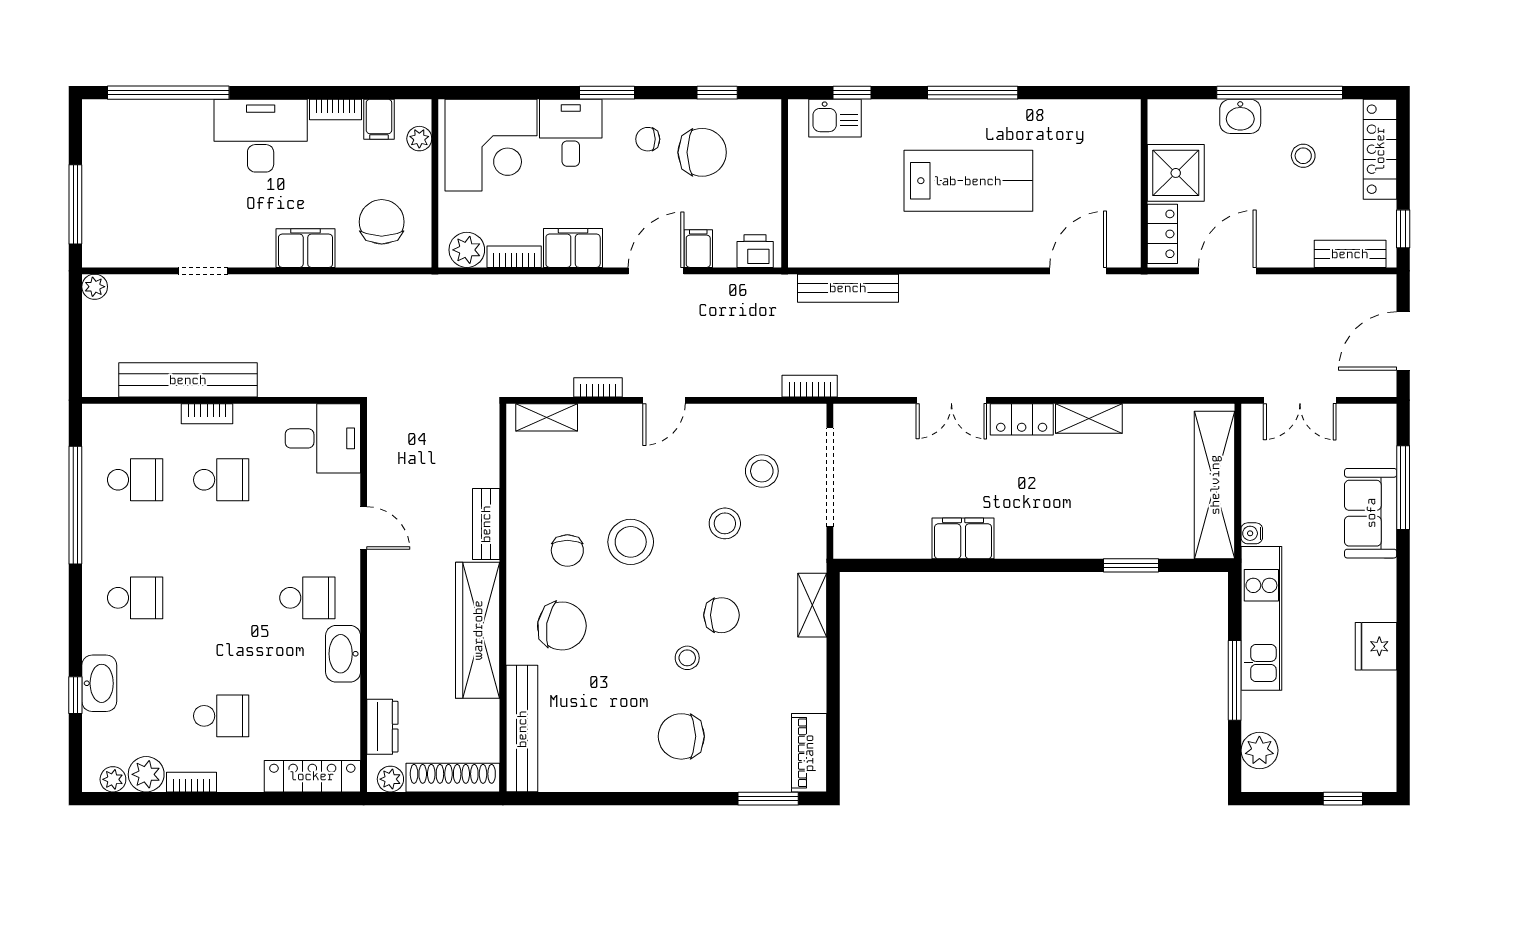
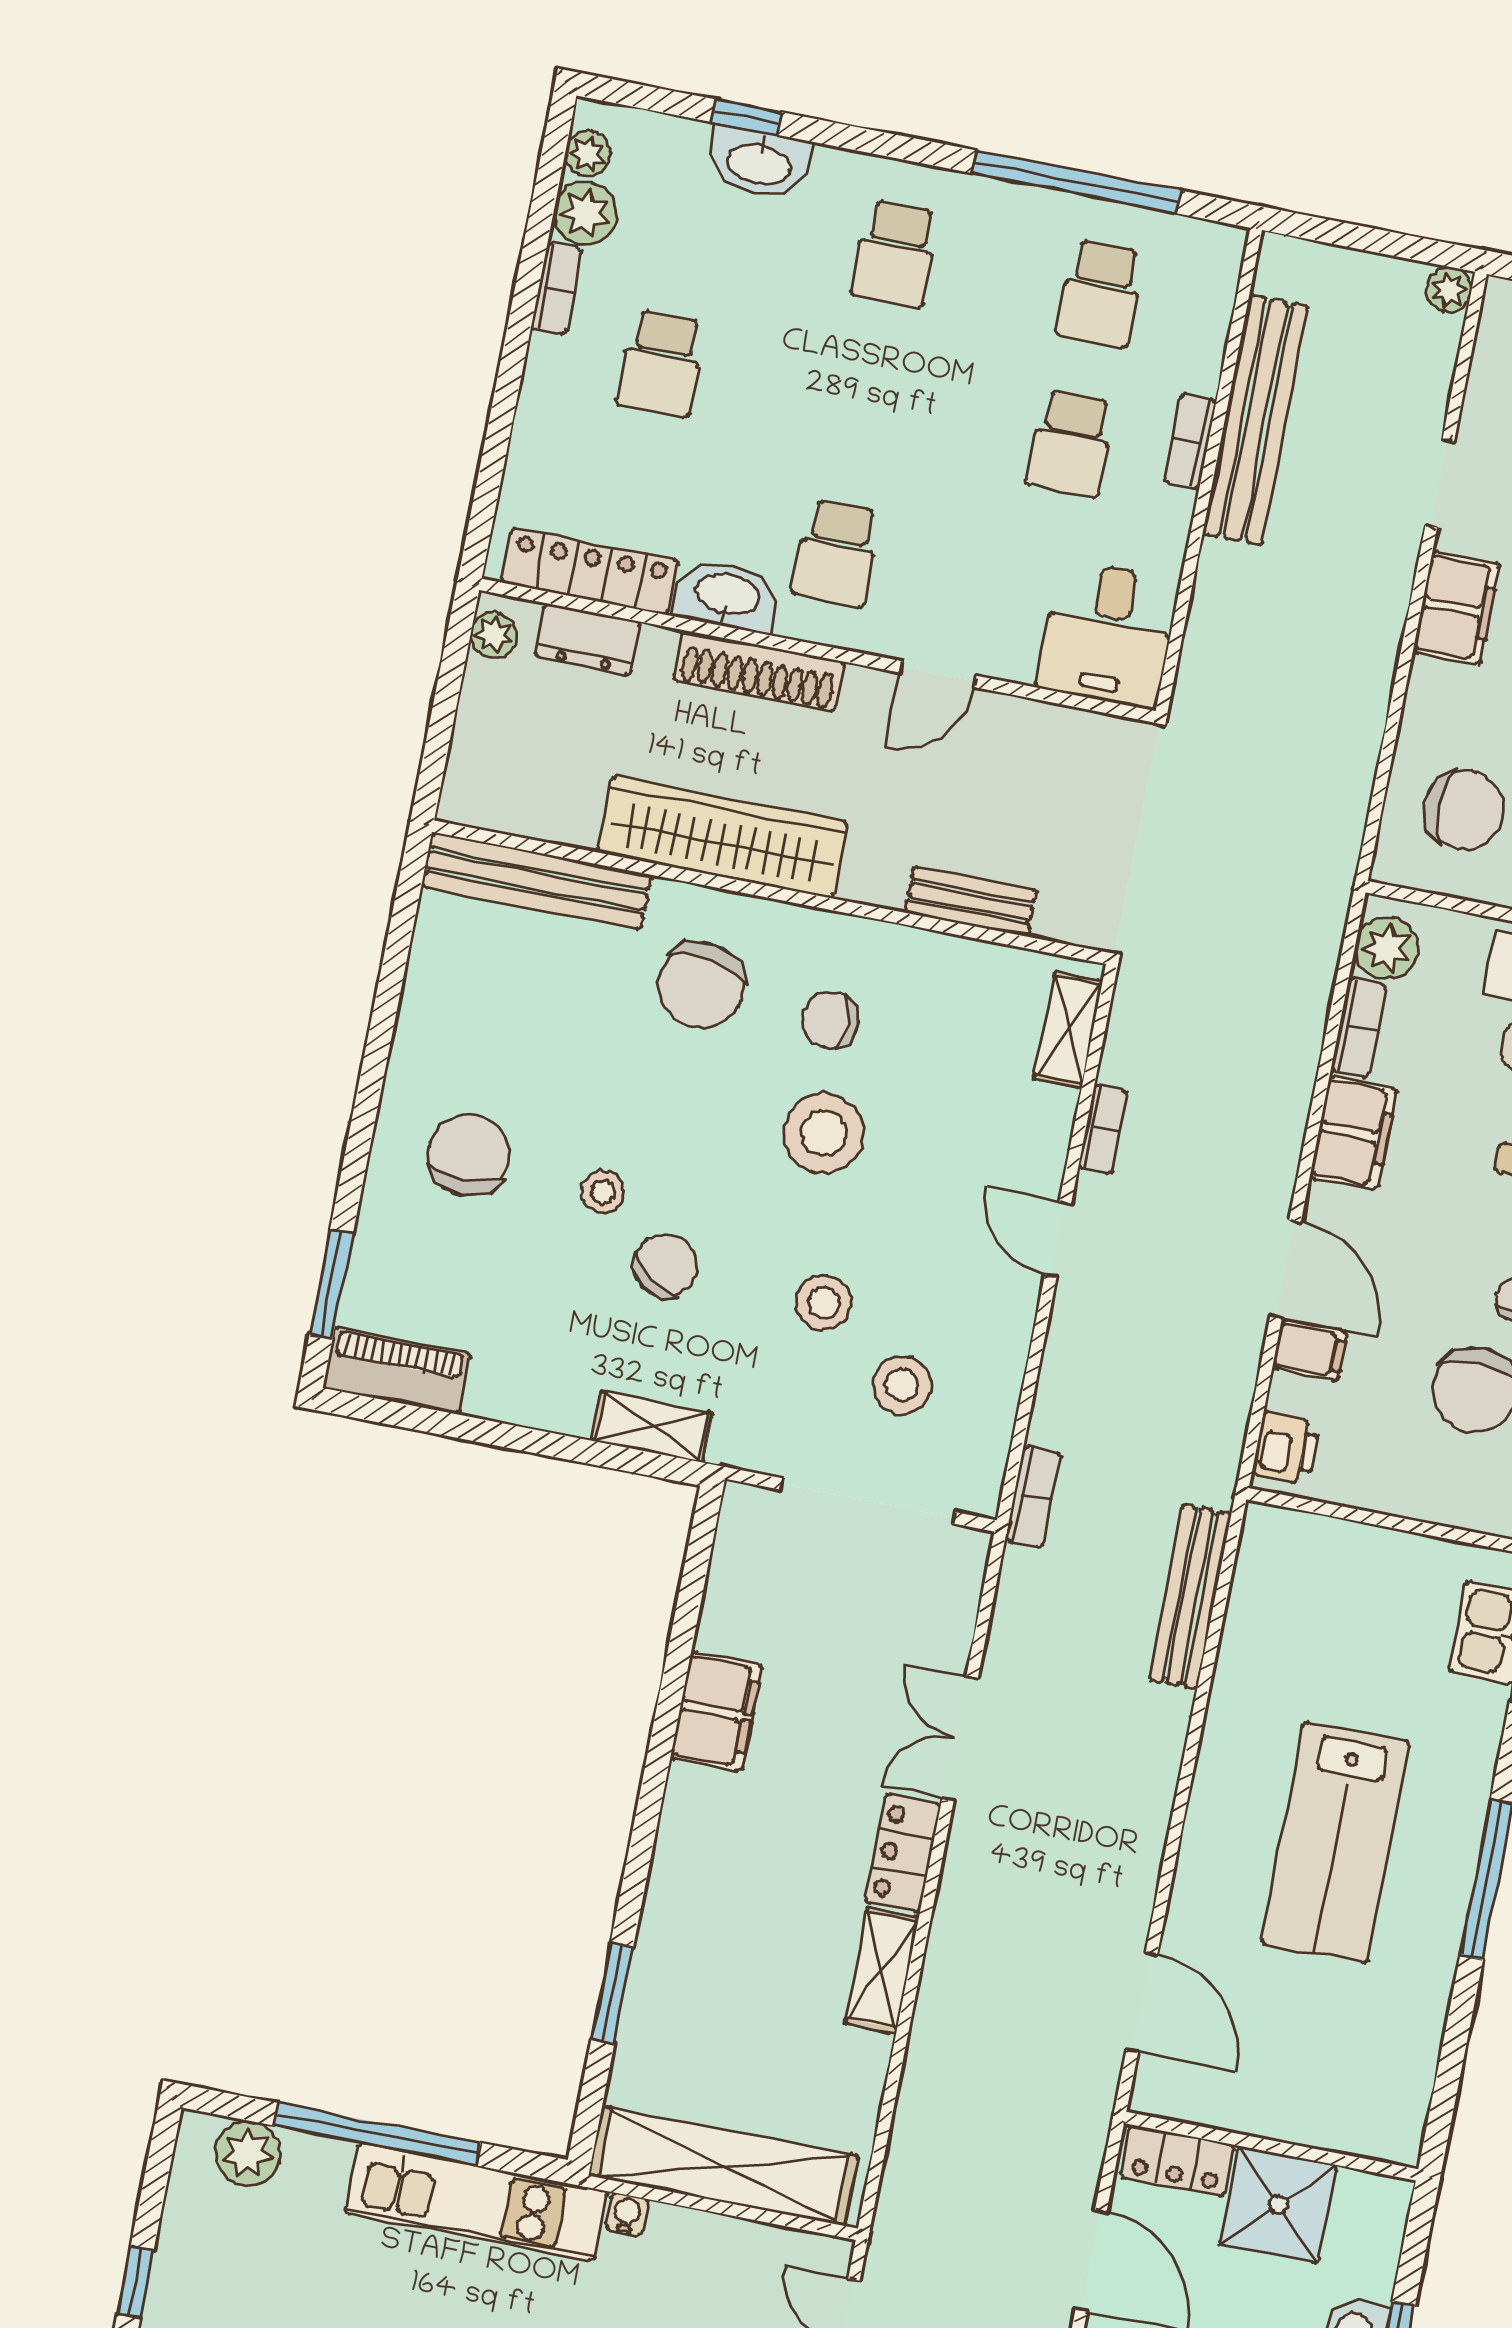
filing cabinet: (305, 248) -> (1456, 608), moved
bench: (486, 524) -> (971, 901), moved
chair: (722, 615) -> (665, 1266), turned -145
window: (1235, 680) -> (377, 2134), width x1.46
locker: (312, 776) -> (590, 571), moved, turned -90
shoe rack: (453, 778) -> (759, 671), moved, turned 90

